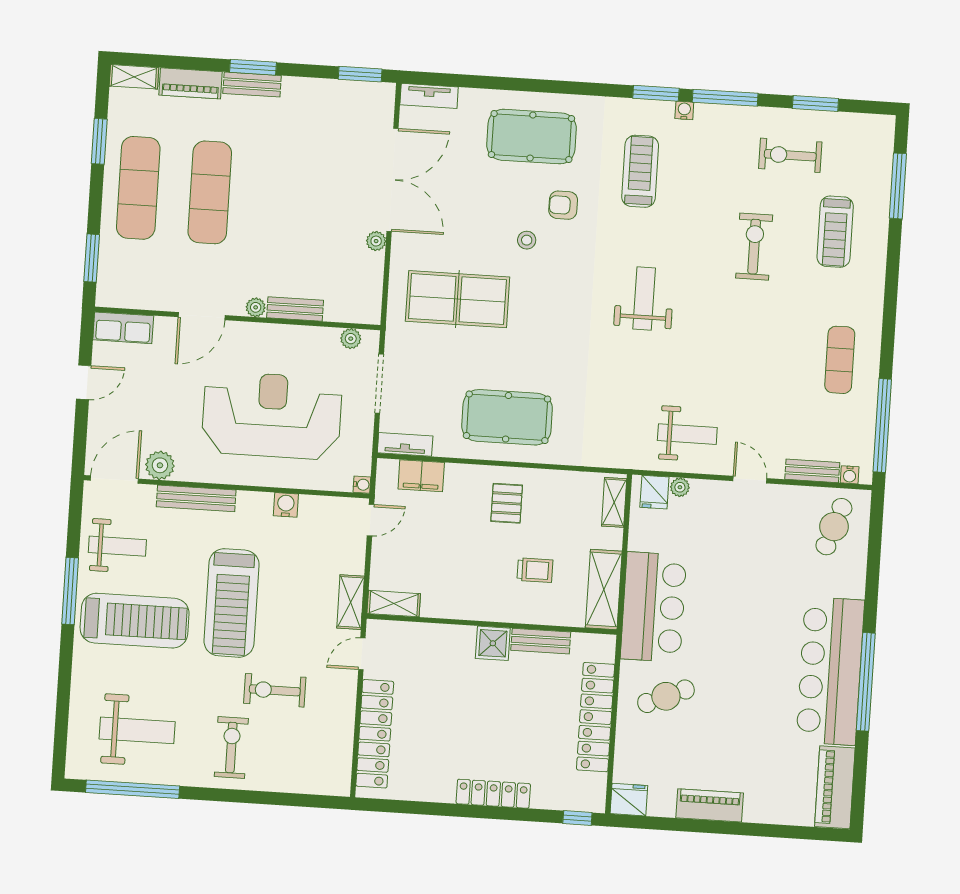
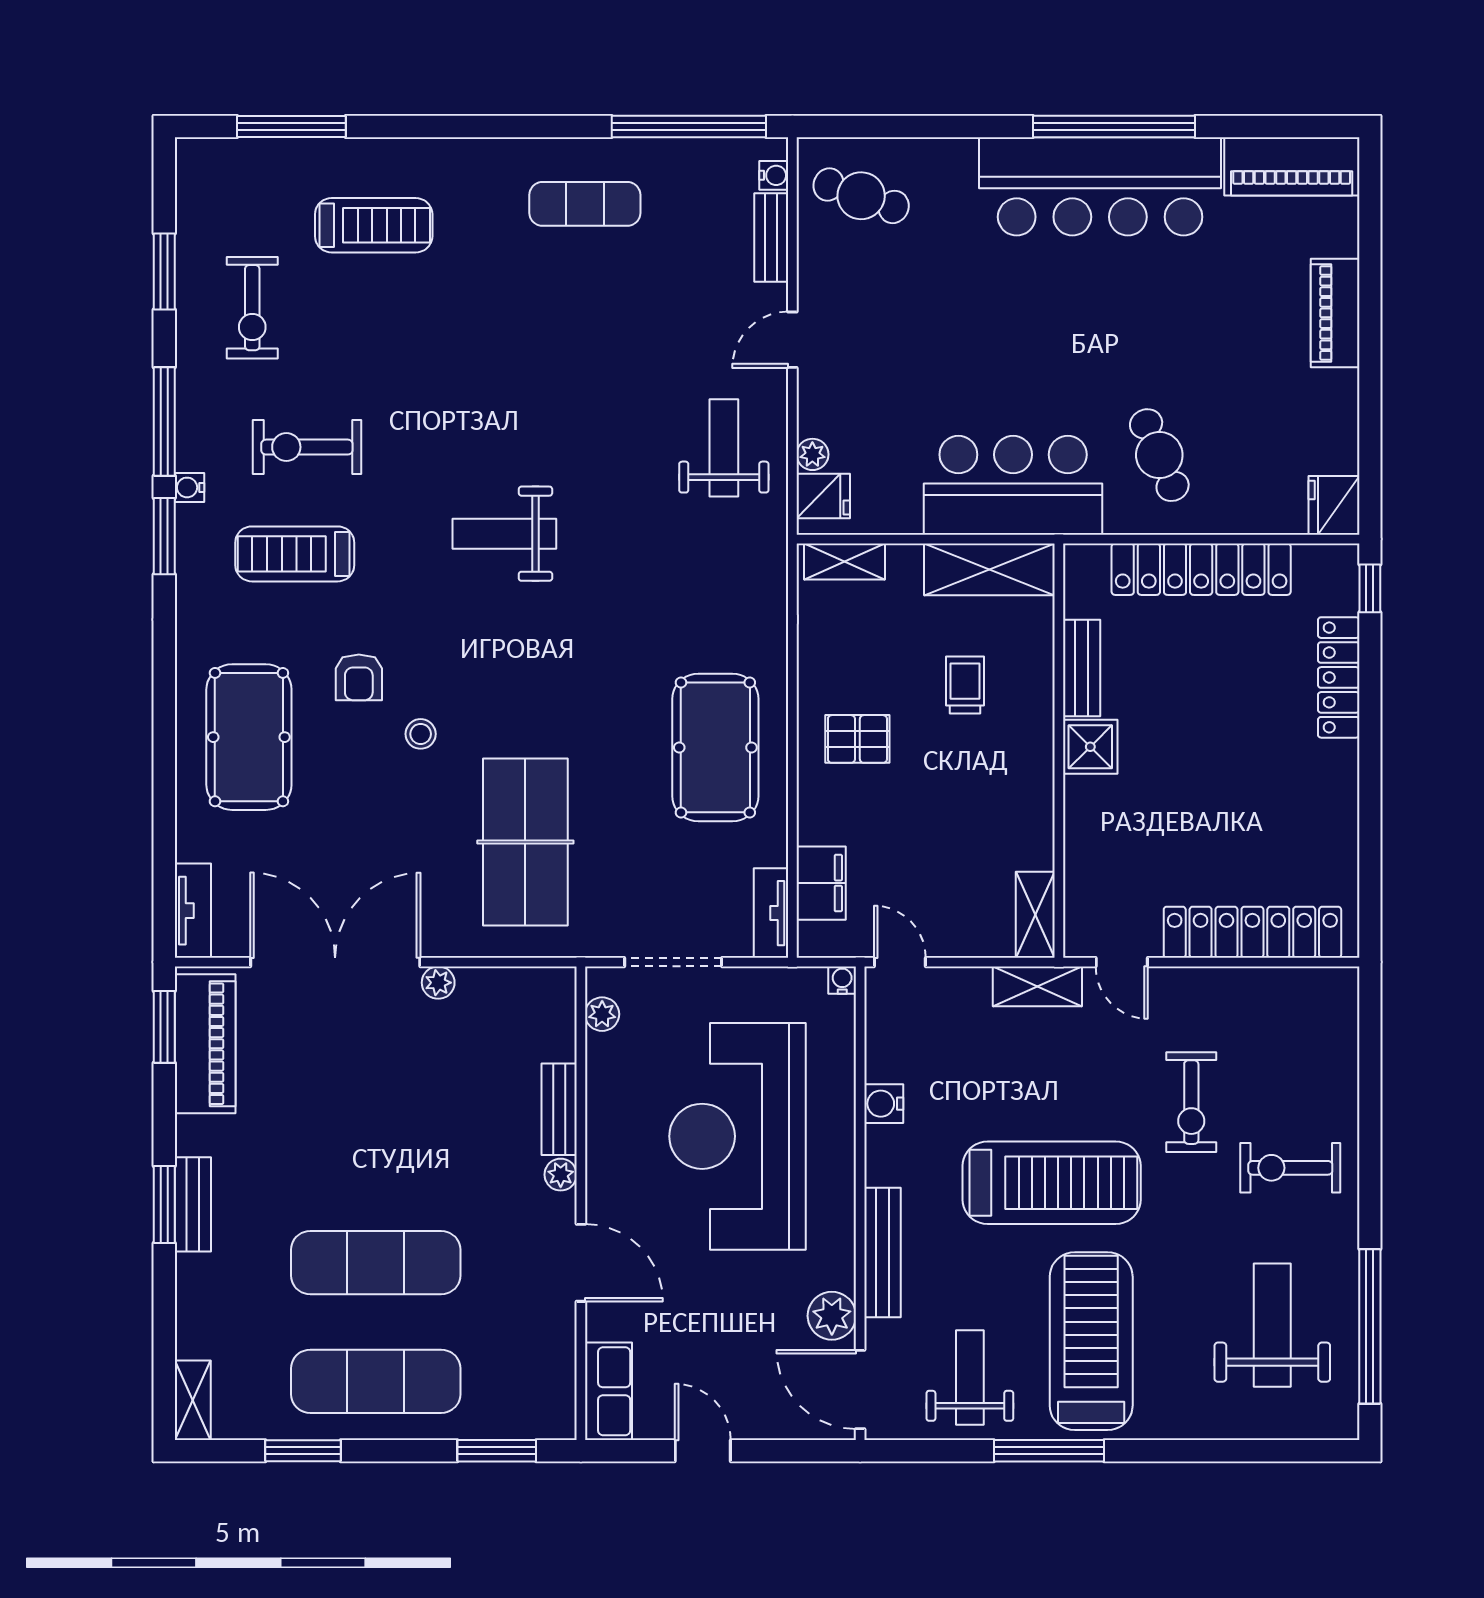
piano: (191, 83) -> (205, 1044), moved, width x1.37, depth x1.33
exercise bike: (754, 247) -> (307, 447), moved
locker: (493, 794) -> (1339, 677), moved
piano: (710, 805) -> (1335, 313), moved

